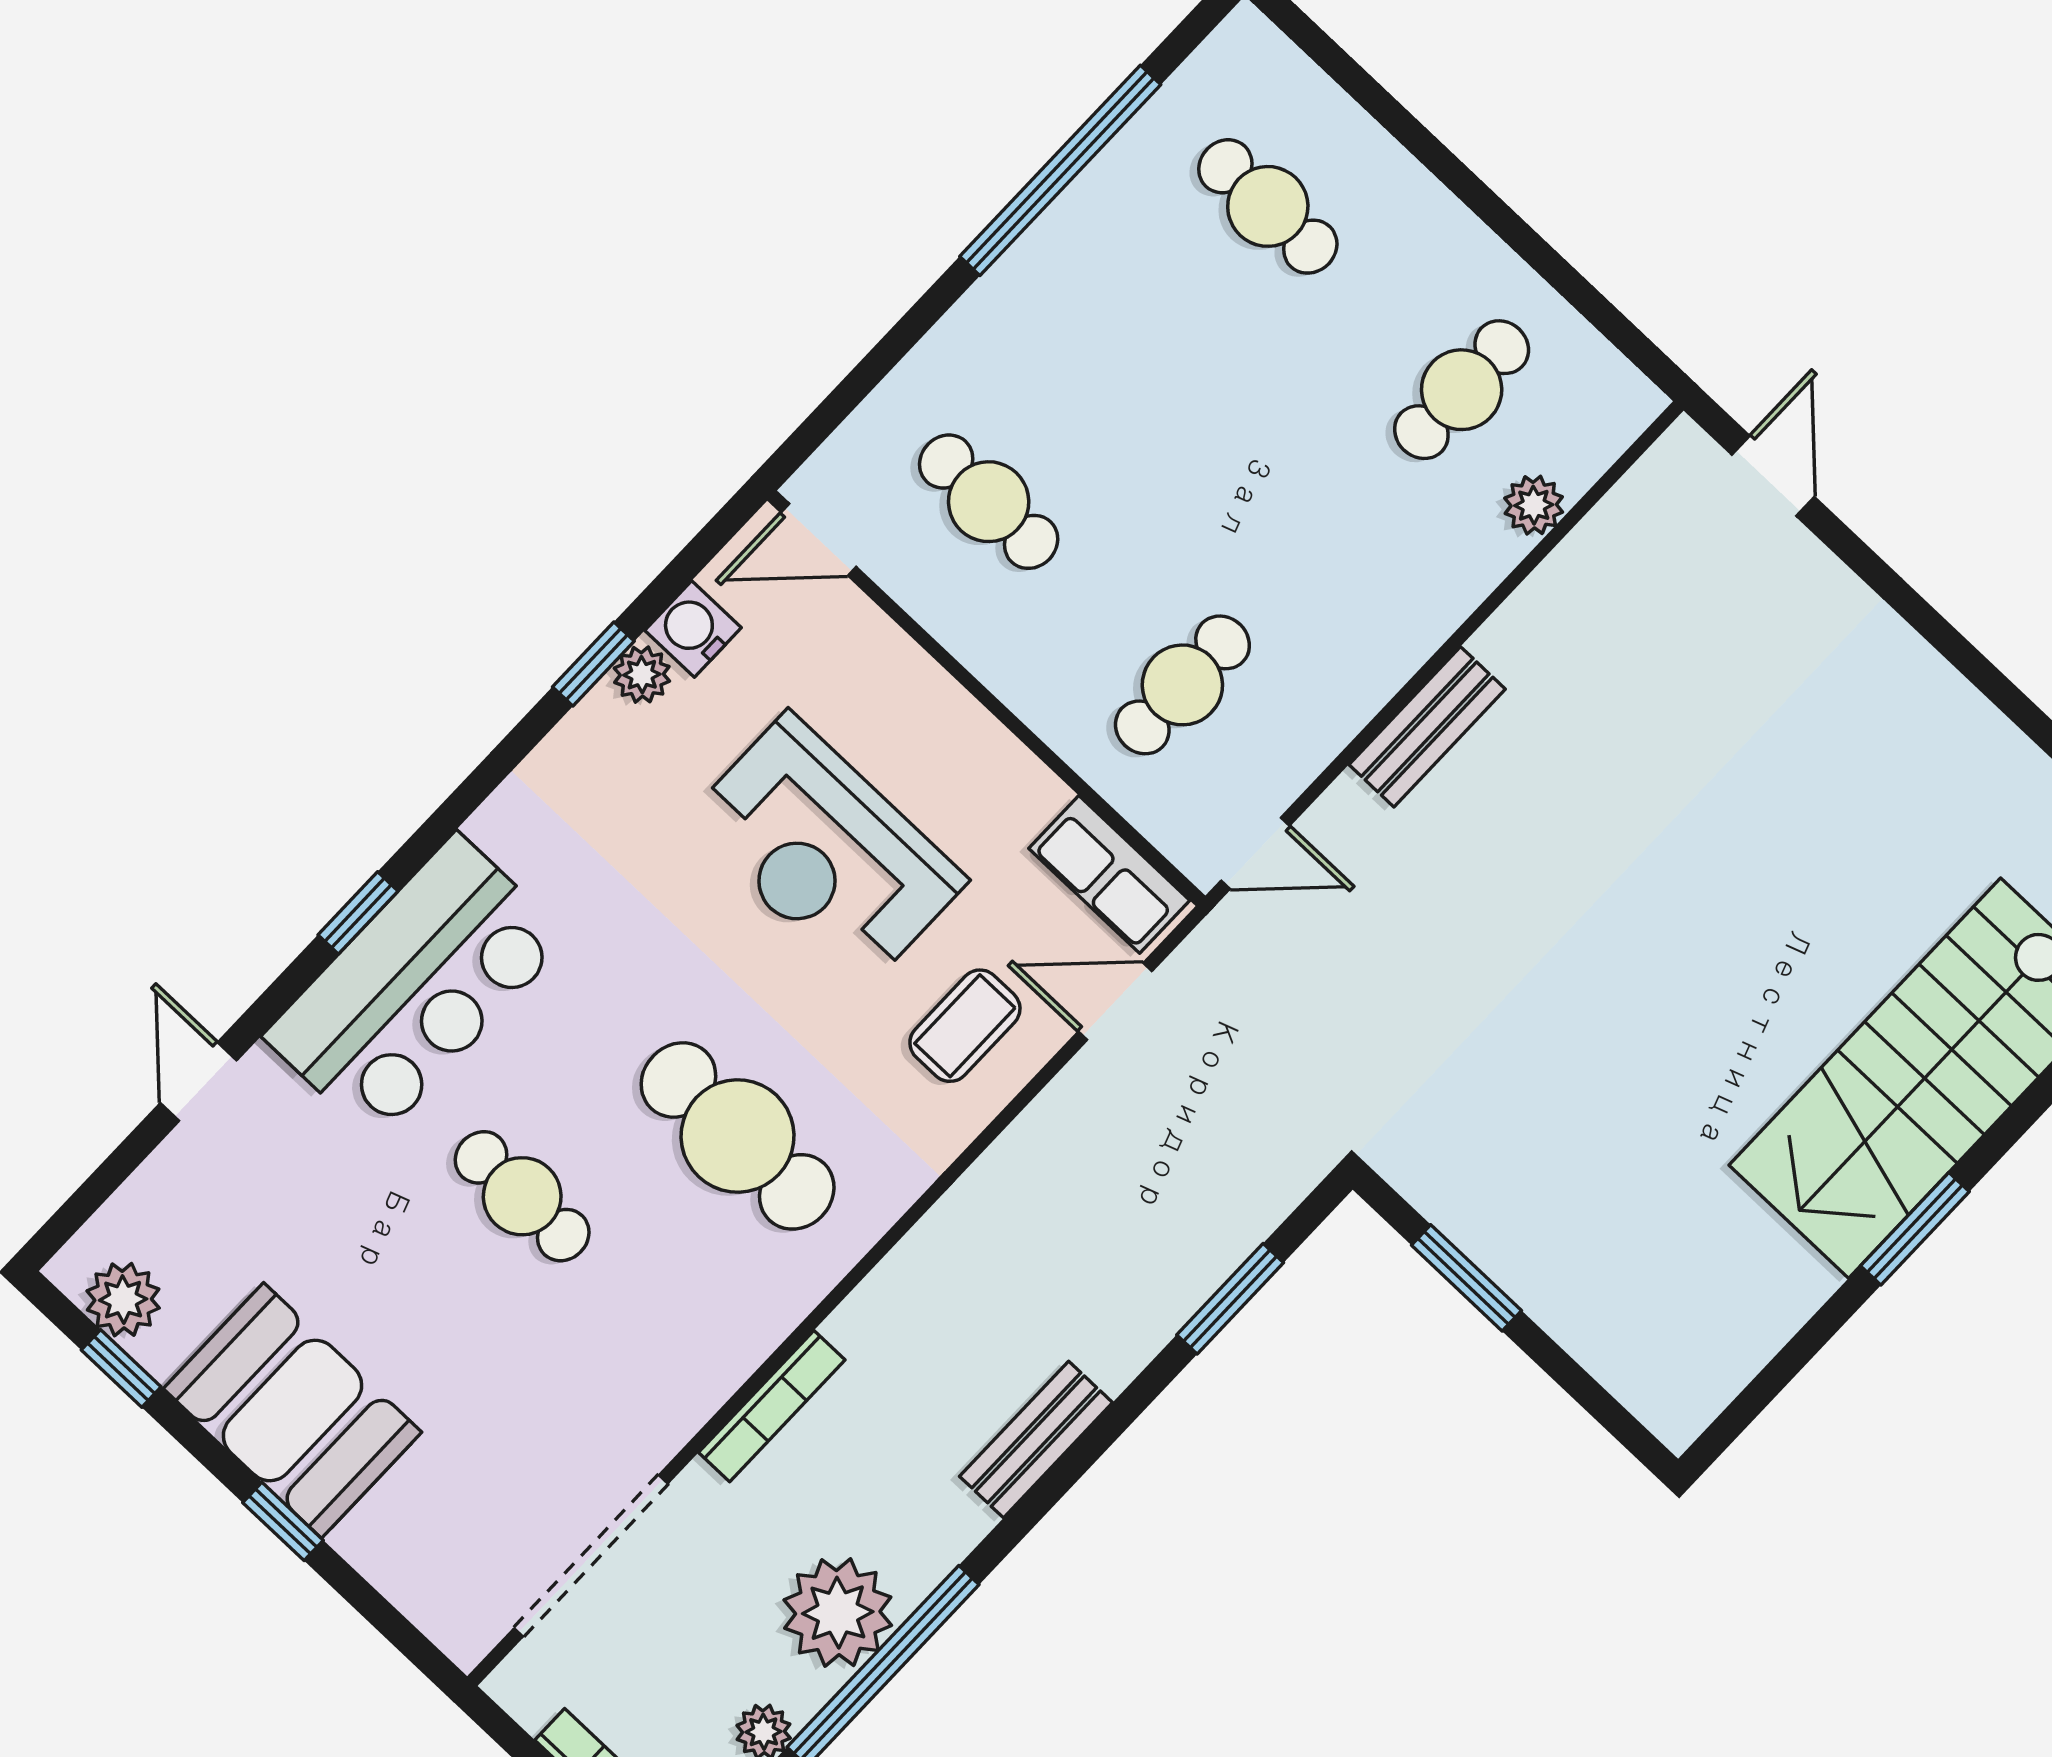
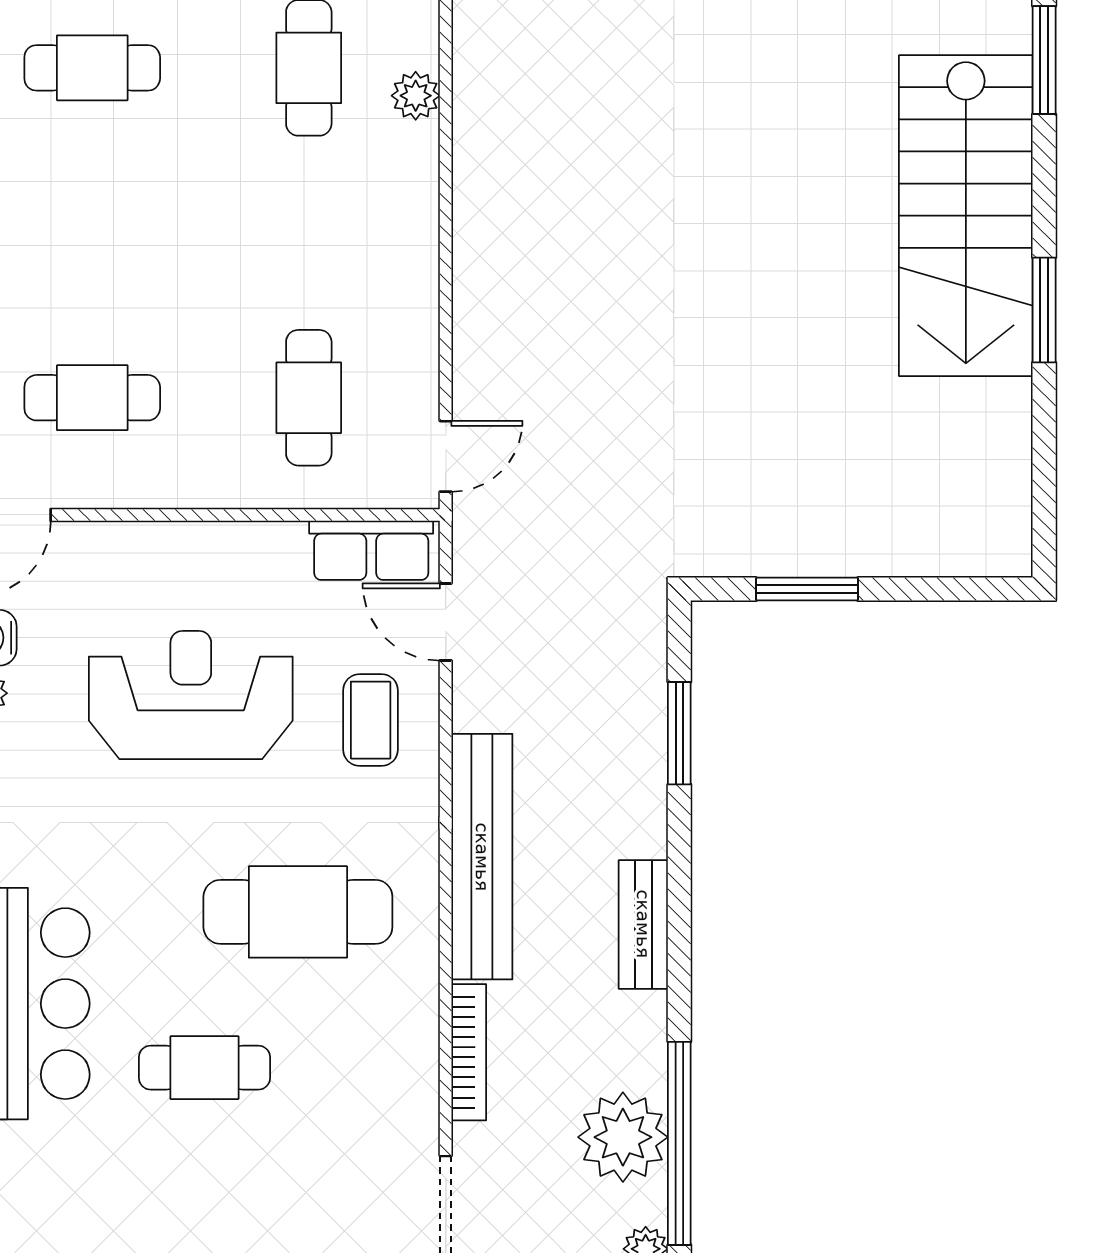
bench: (1427, 727) -> (482, 857), moved, width x1.86, depth x1.21
reception desk: (825, 851) -> (191, 695), turned 180
door: (1115, 1001) -> (446, 622), hinge flipped

